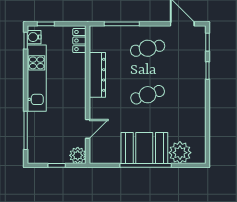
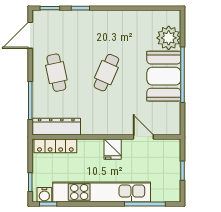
locker: (79, 41) -> (55, 146), width x1.53
dresser: (97, 75) -> (56, 127), moved
kitchen unit: (37, 78) -> (102, 192), width x1.36
cafe table: (148, 95) -> (106, 73), turned 42
fridge: (76, 101) -> (113, 149), added
plant: (78, 155) -> (172, 148), removed

